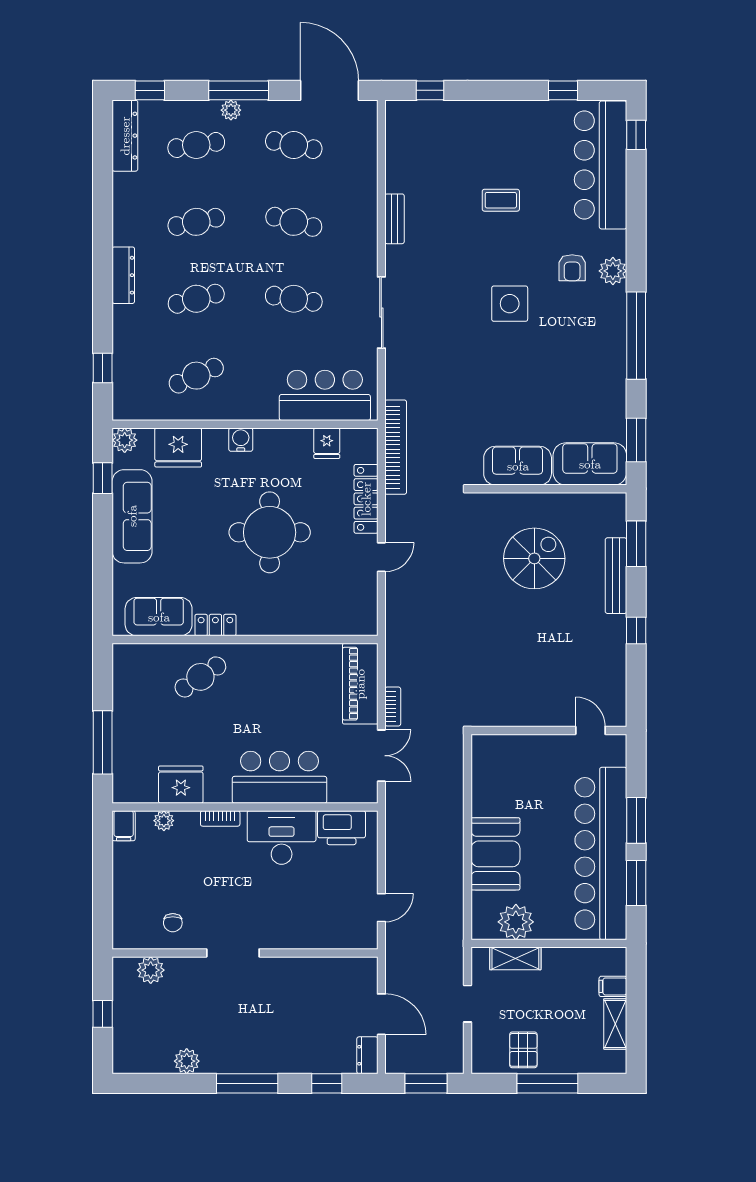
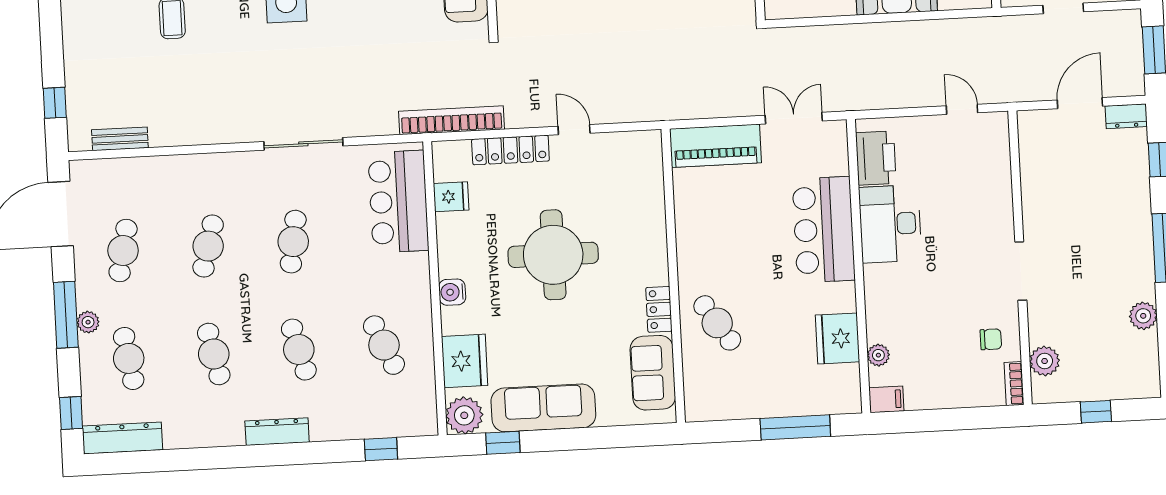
bench: (395, 219) -> (120, 139), moved
plant: (125, 440) -> (464, 415), width x1.36, depth x1.36
bookcase: (393, 706) -> (739, 108), removed
bookcase: (220, 818) -> (1014, 384), moved, turned 180

